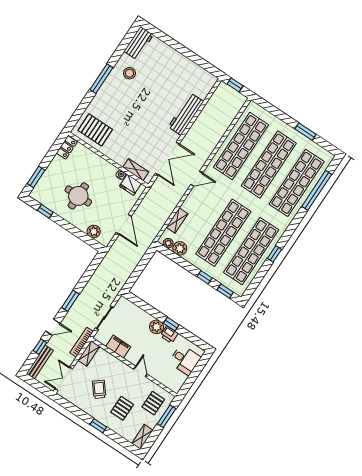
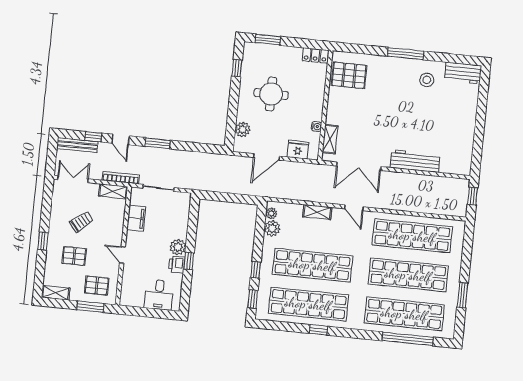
pallet: (95, 130) -> (349, 75), turned 90
fridge: (130, 185) -> (298, 150), moved, turned 90
shelving: (177, 221) -> (317, 212), moved
door: (140, 372) -> (122, 255), swing flipped

